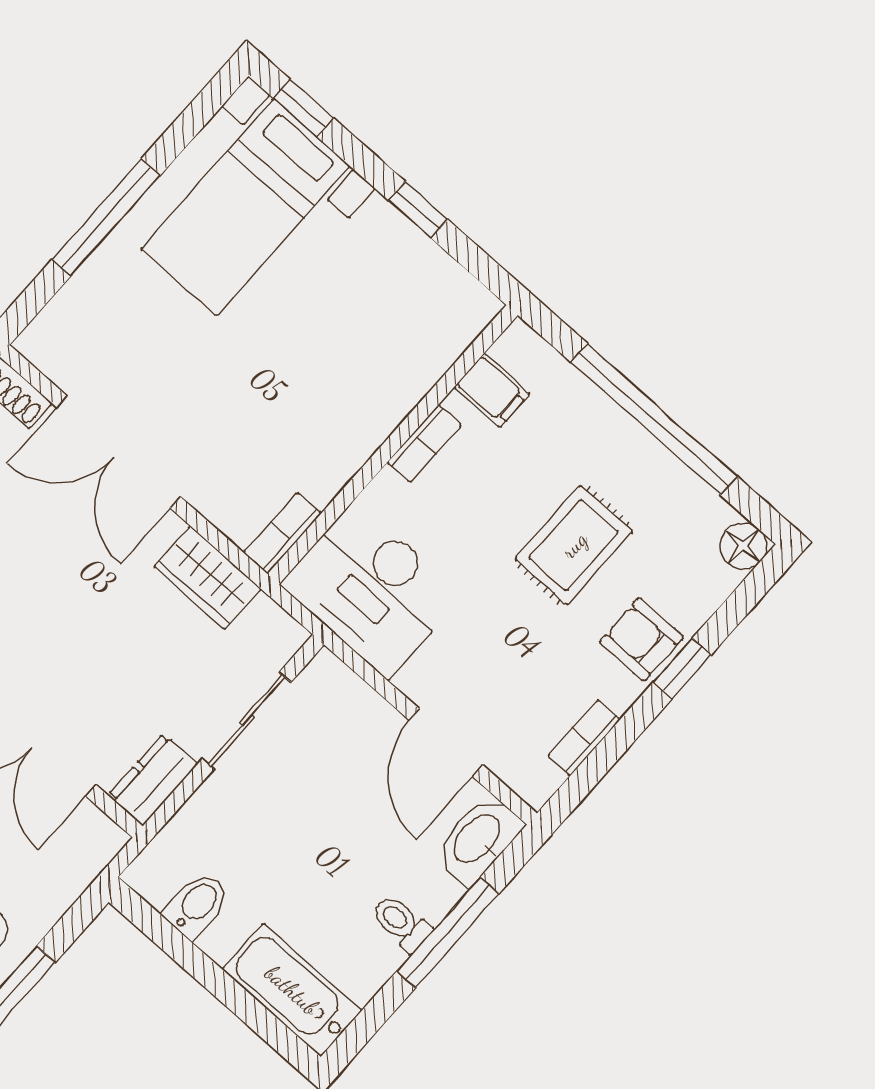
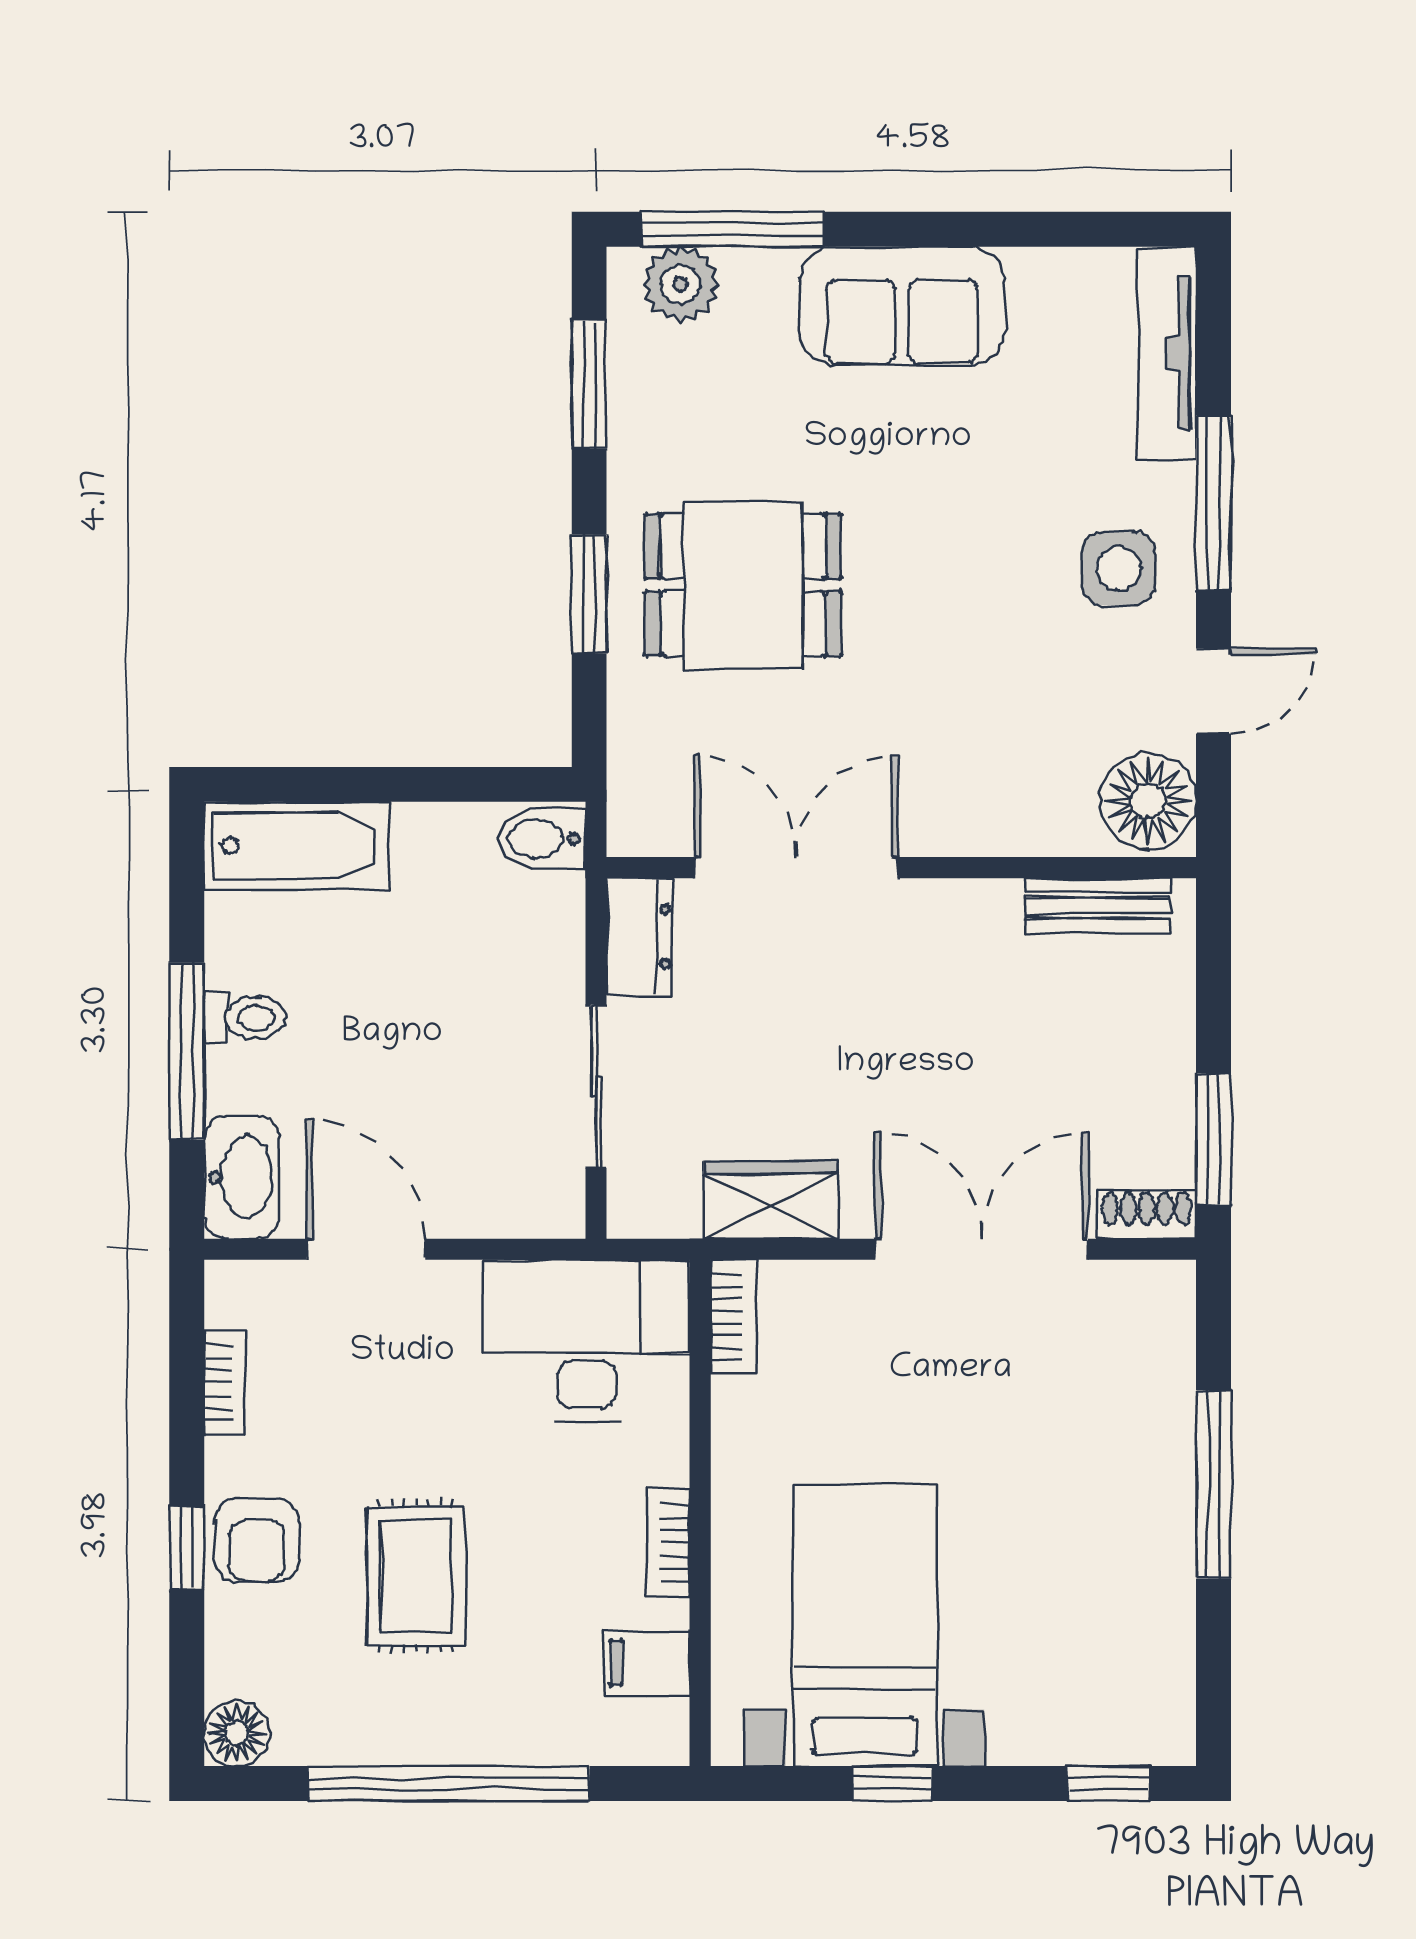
bed with nightstands: (245, 207) -> (864, 1625), moved
armchair: (641, 639) -> (257, 1540), turned 90
bidet: (197, 905) -> (542, 839), moved, turned 90

